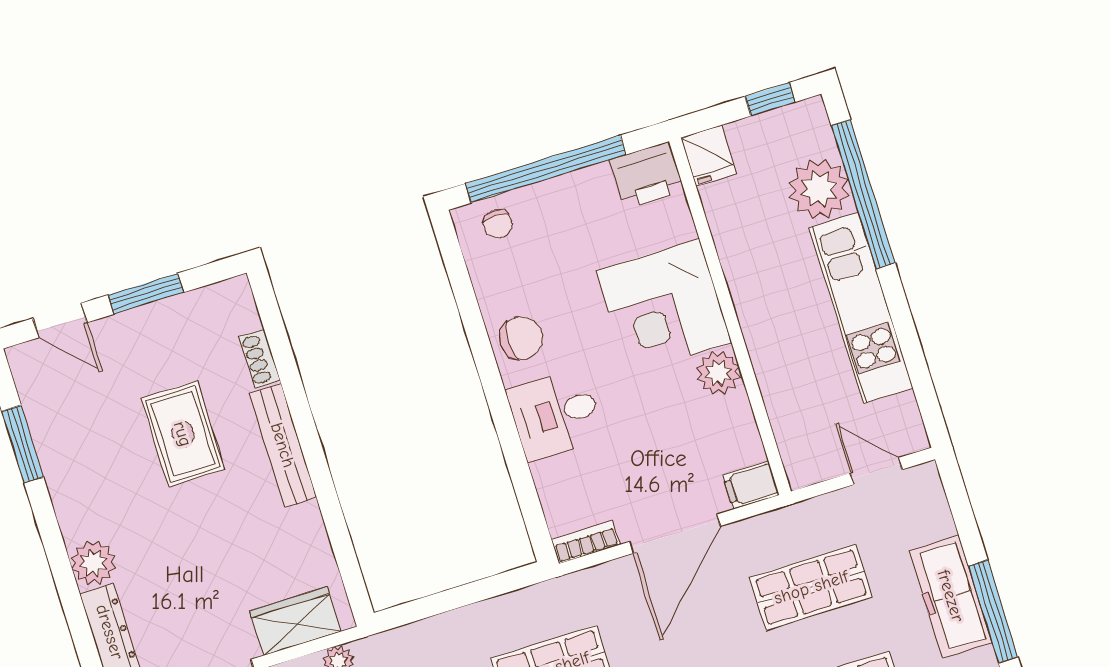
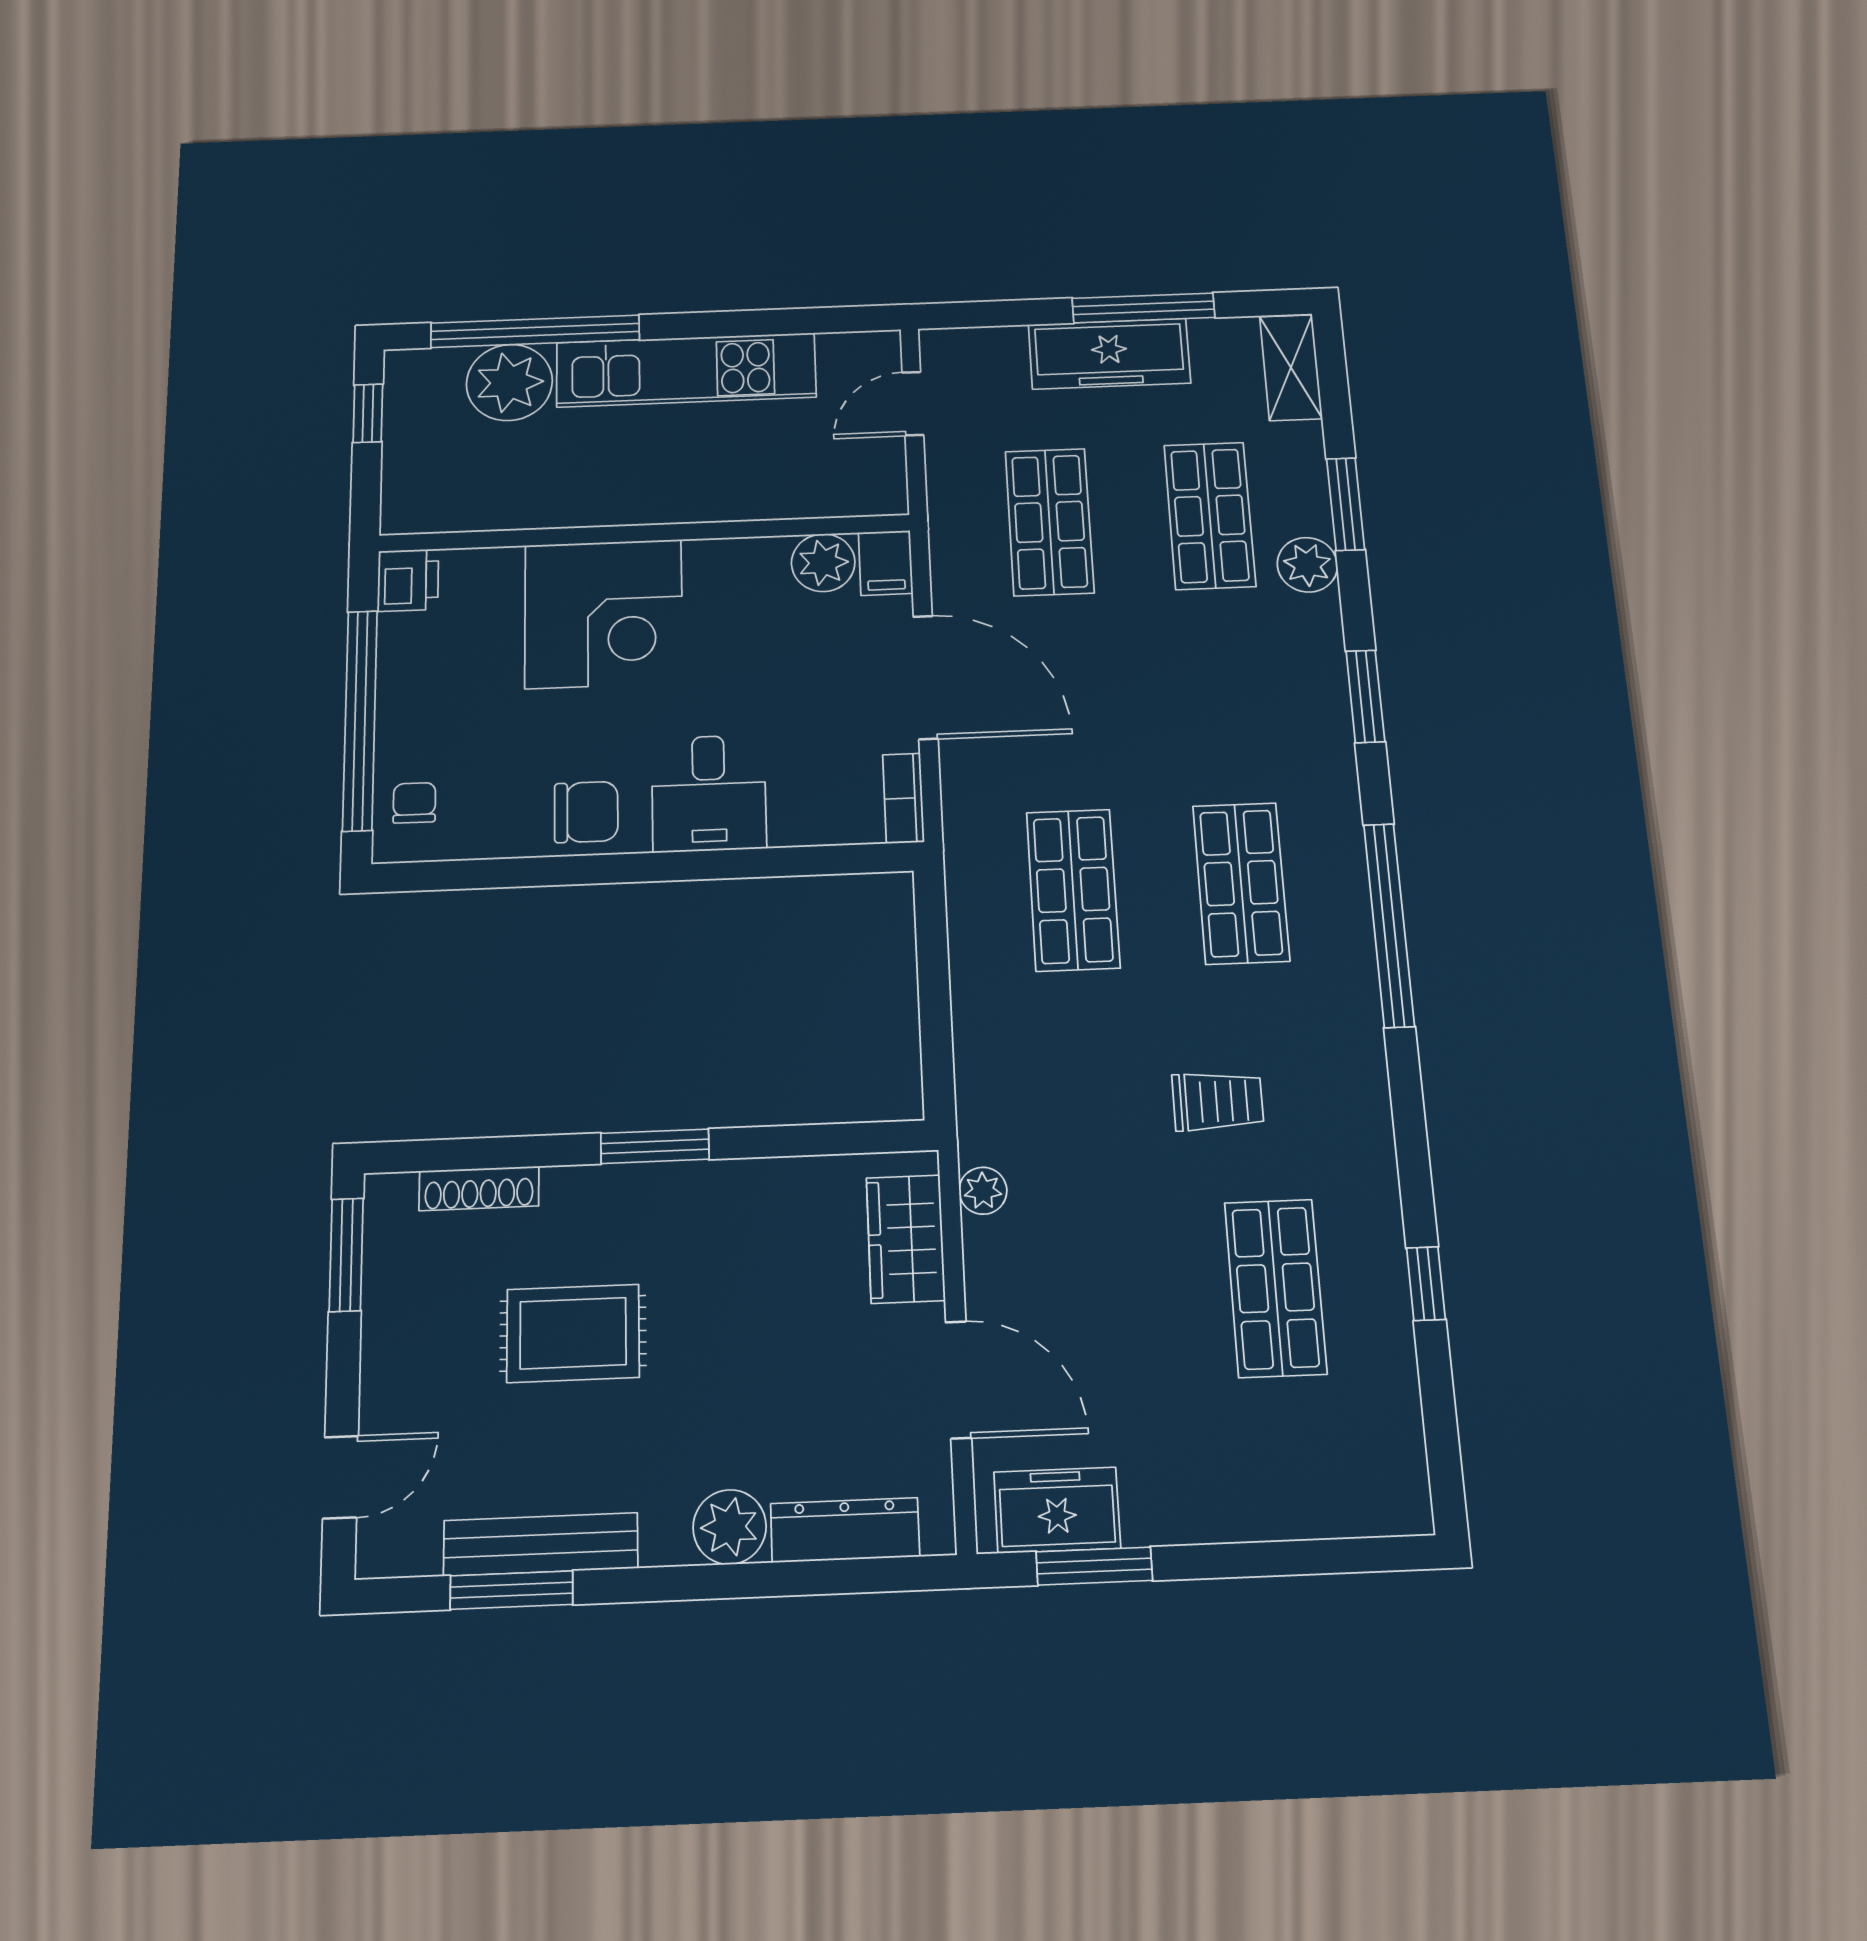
fridge: (709, 155) -> (416, 507), removed
printer: (647, 175) -> (408, 580), width x0.73, depth x0.81
chair: (498, 224) -> (414, 803), turned -90
window: (146, 294) -> (346, 1255), moved
chair: (521, 338) -> (586, 812), turned 90
shoe rack: (260, 359) -> (479, 1188), width x1.43
plant: (718, 373) -> (823, 563), moved
bench: (283, 445) -> (541, 1544), moved
window: (312, 449) -> (655, 1146), added

